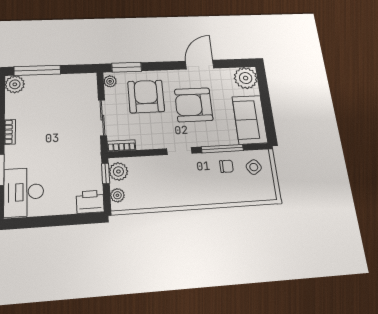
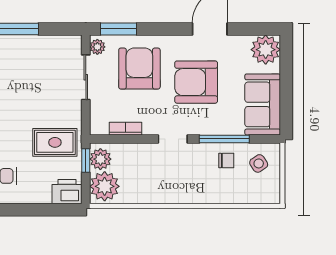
sliding door: (102, 118) -> (86, 77), moved
bookcase: (121, 146) -> (126, 129), moved
rug: (77, 160) -> (55, 142), added
plant: (117, 195) -> (105, 186), width x1.88, depth x1.88

